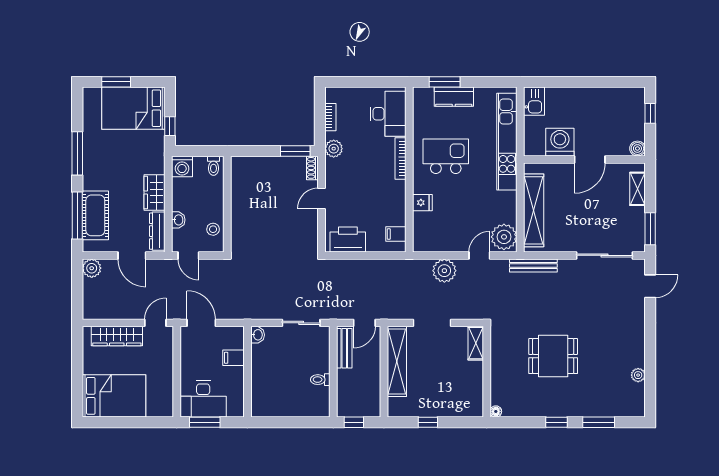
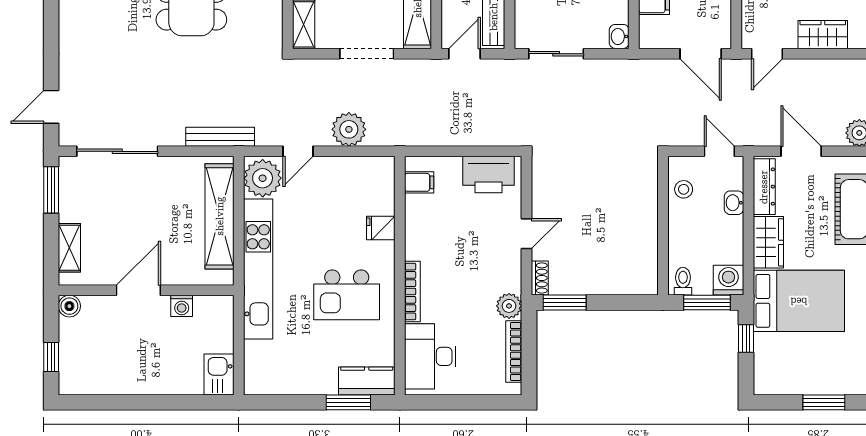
kitchen counter: (454, 97) -> (367, 381), moved
bed: (133, 108) -> (799, 301), moved
bookcase: (330, 117) -> (514, 351), width x1.56
kitchen unit: (507, 142) -> (258, 269), moved
washing machine: (560, 142) -> (182, 306), width x0.53, depth x0.53
window: (197, 151) -> (707, 302), added
wardrobe: (117, 336) -> (823, 35), width x0.67

